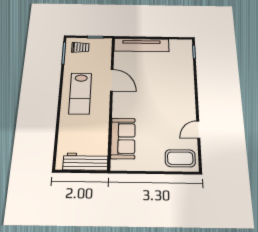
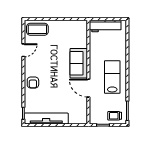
tv unit: (141, 45) -> (46, 119), moved
armchair: (184, 88) -> (33, 82), added
sofa: (123, 138) -> (79, 63), moved

